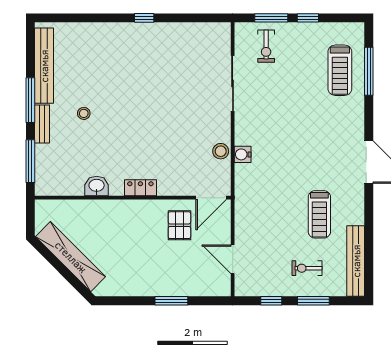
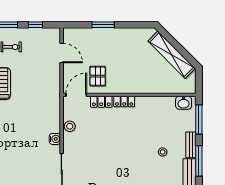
water cooler: (243, 154) -> (55, 139), moved
washbasin: (97, 186) -> (184, 103), moved
locker: (174, 187) -> (101, 102), added

